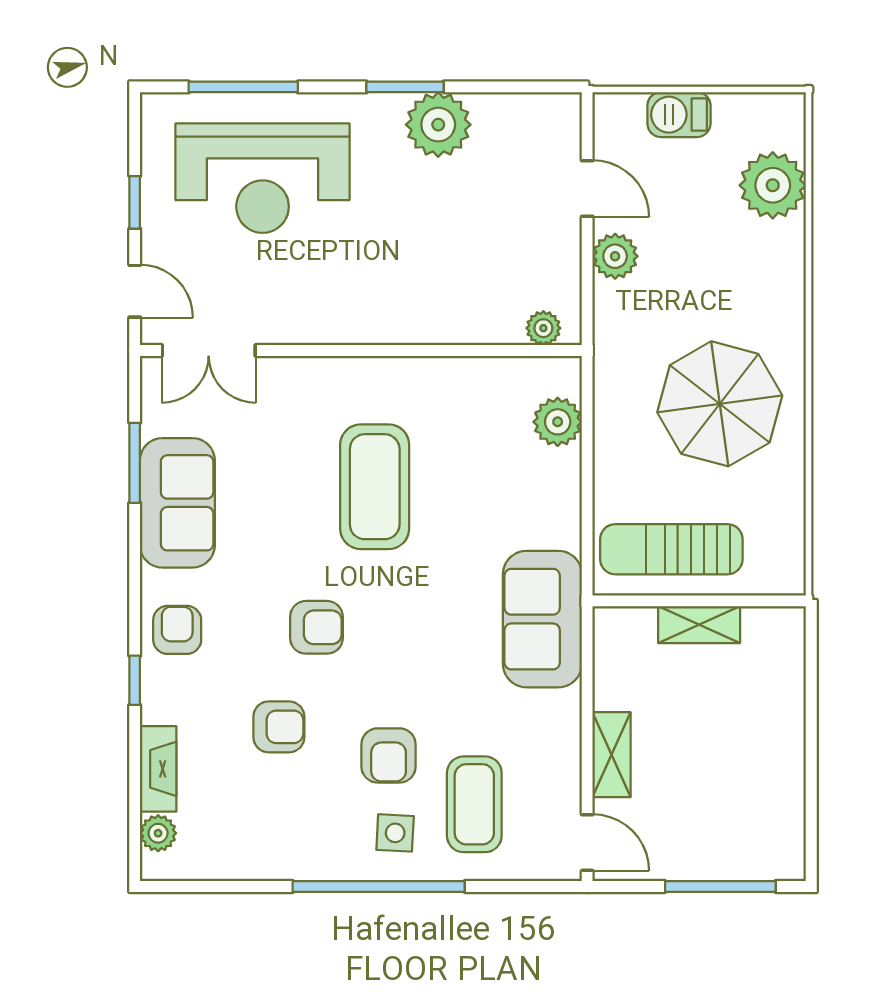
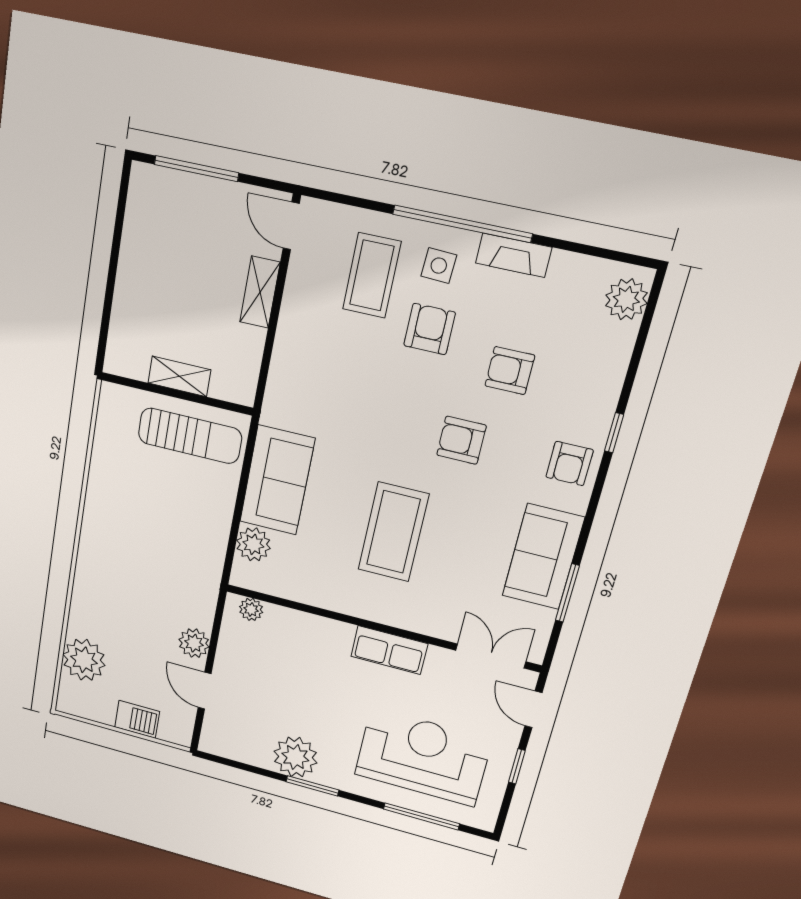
row of seats: (343, 322) -> (389, 650), added
parasol: (720, 404) -> (140, 528), removed
sofa: (542, 619) -> (277, 480), moved
fireplace: (158, 769) -> (514, 255), moved, turned -90
plant: (158, 833) -> (626, 299), width x1.38, depth x1.38

